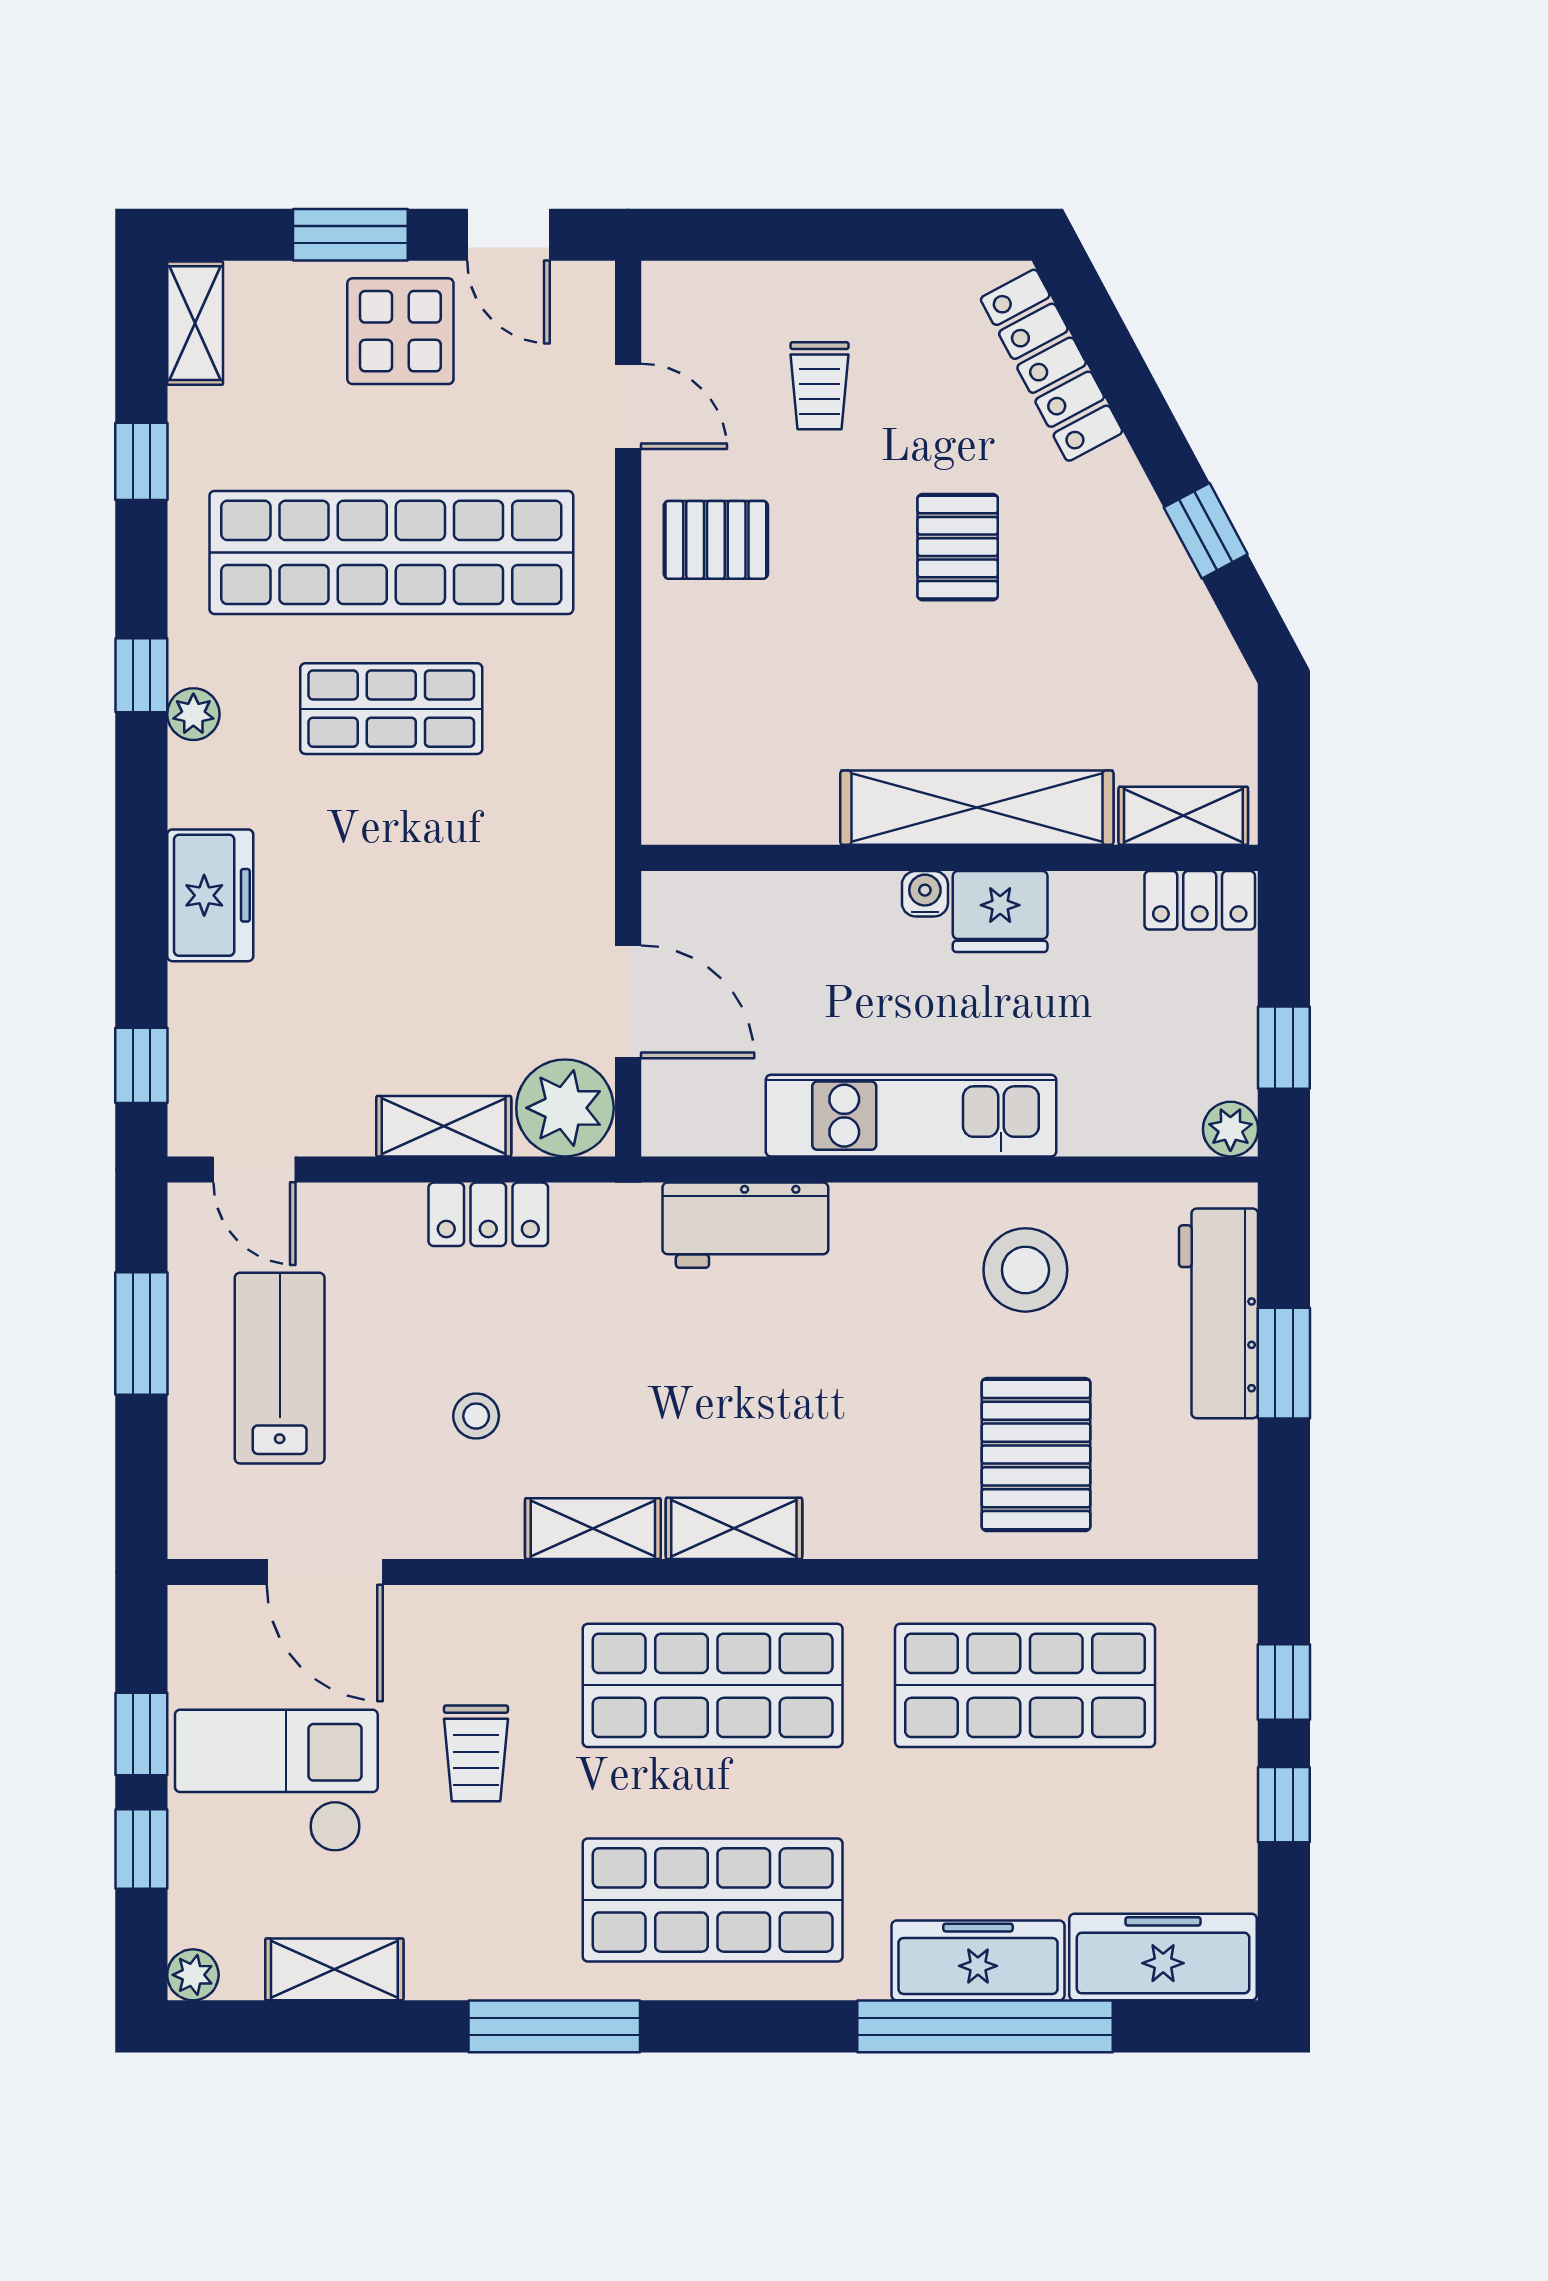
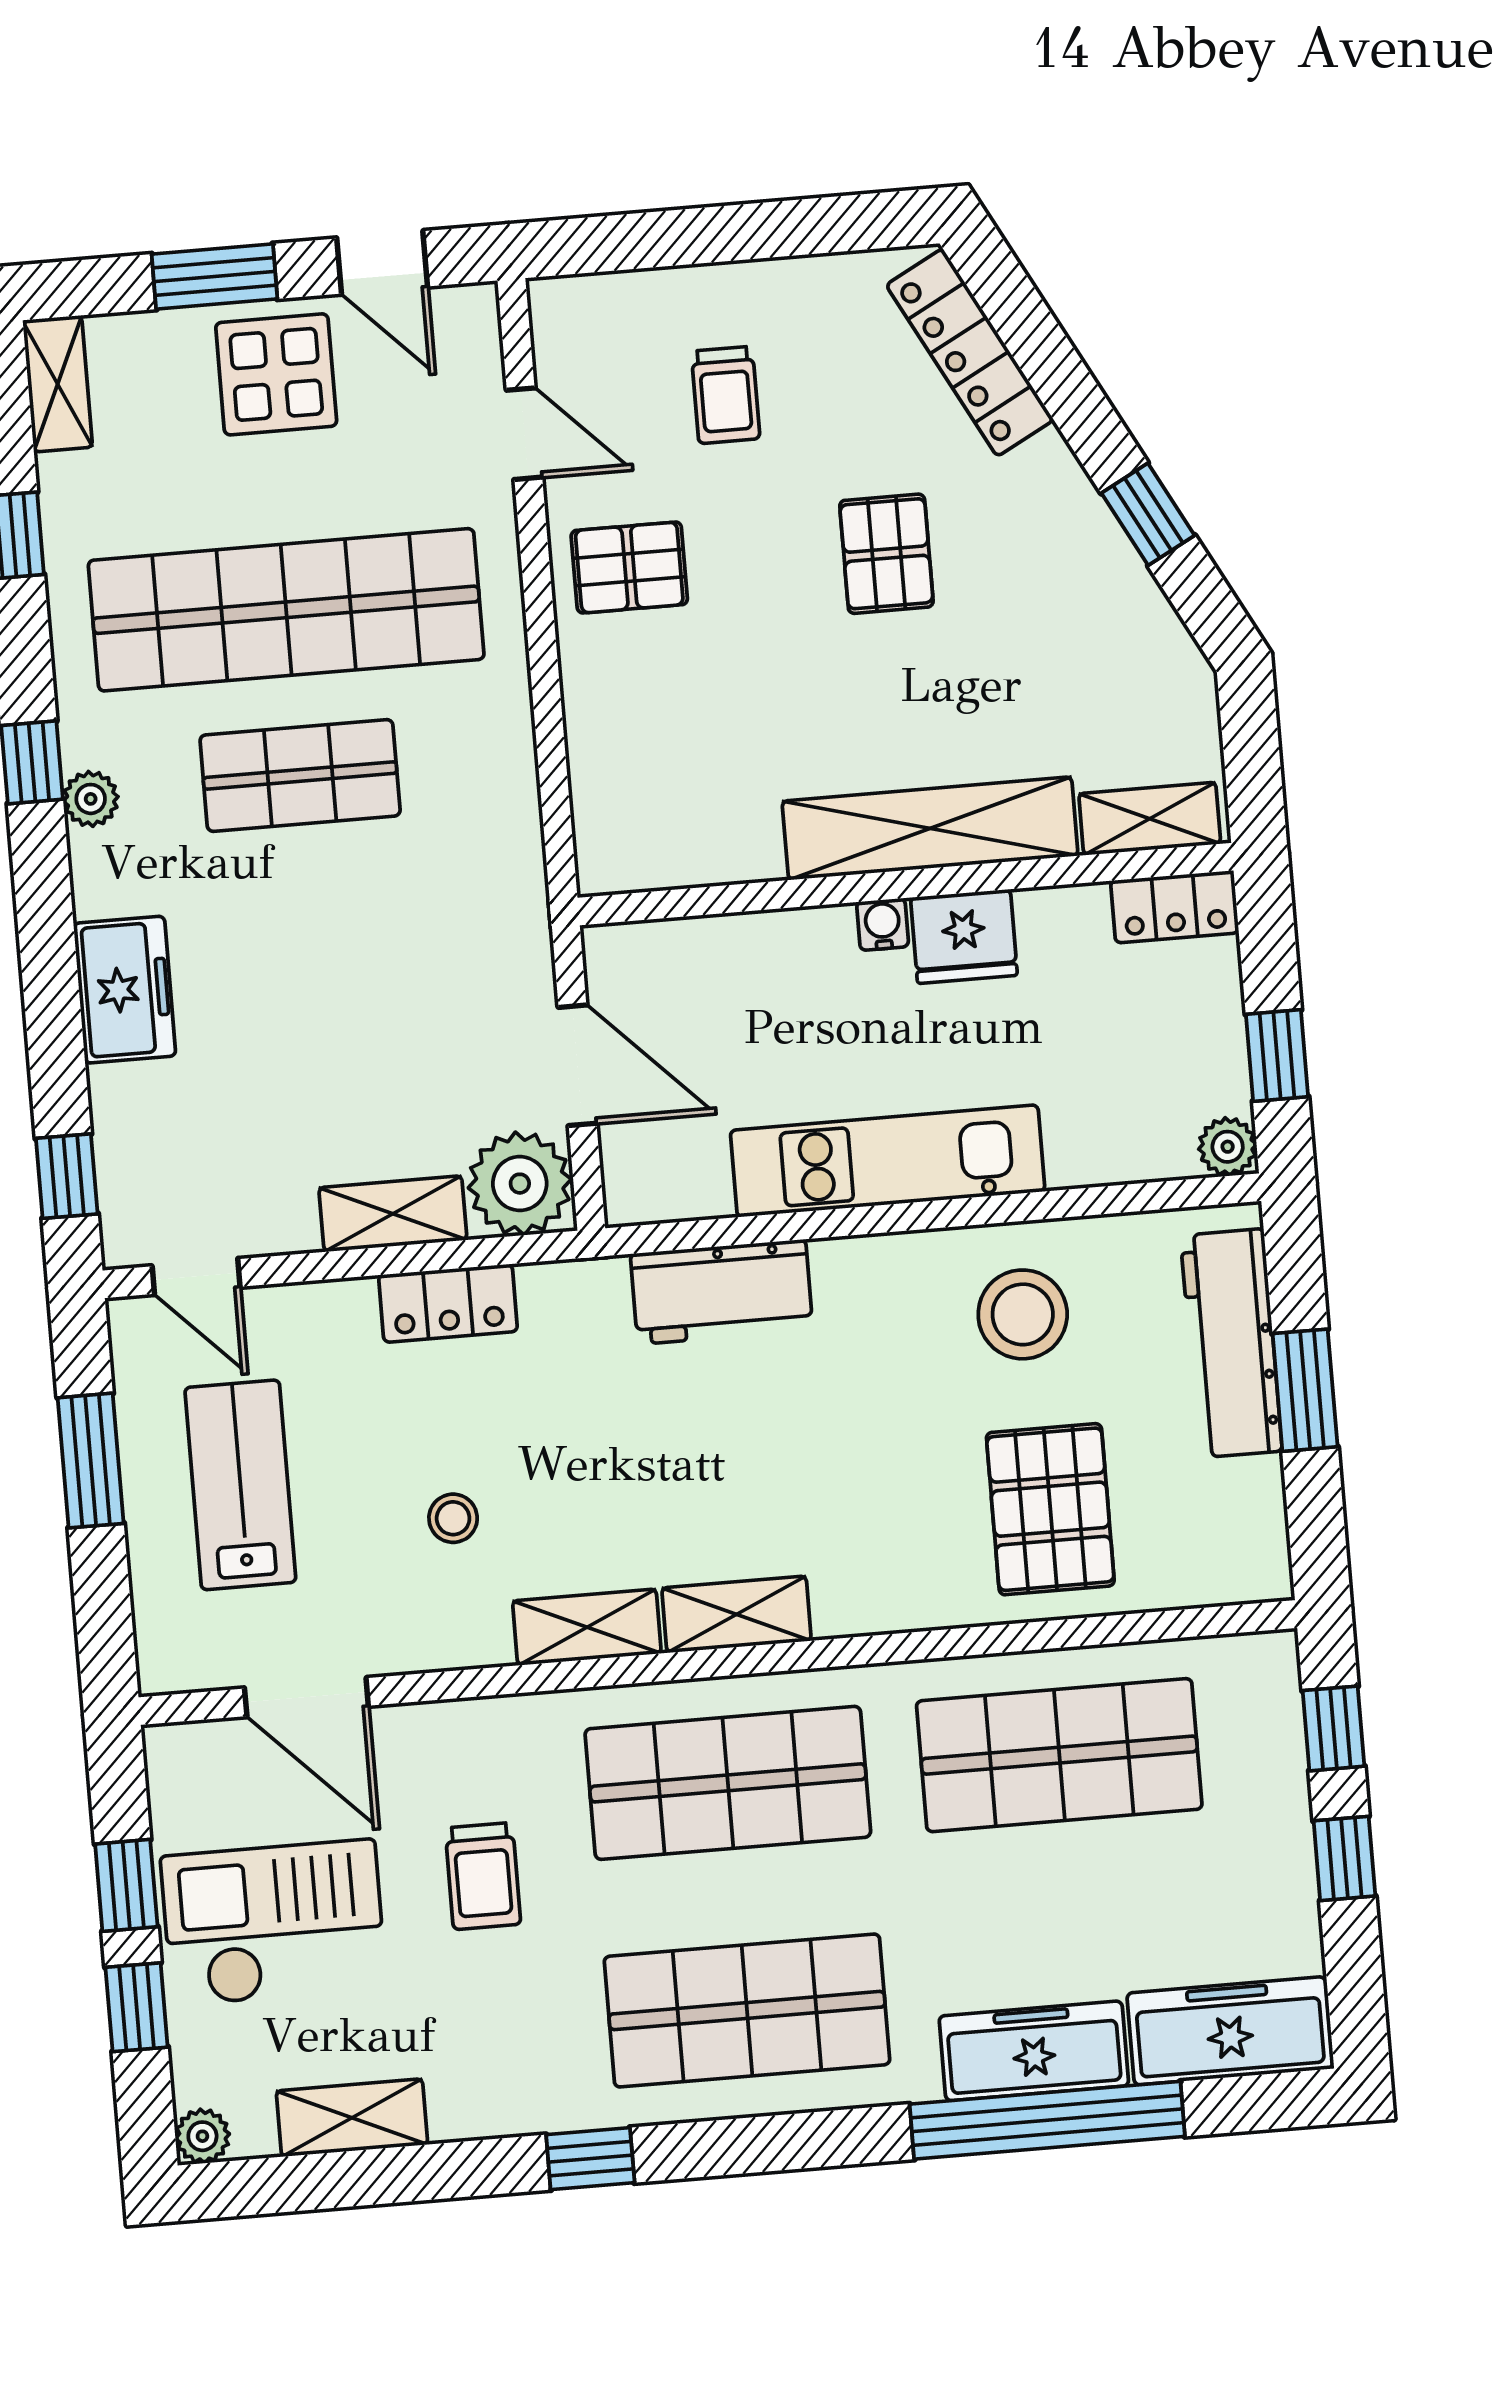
window: (554, 2026) -> (590, 2159), width x0.46

